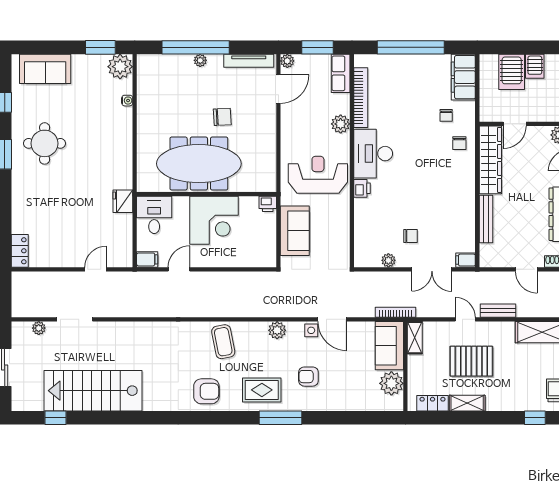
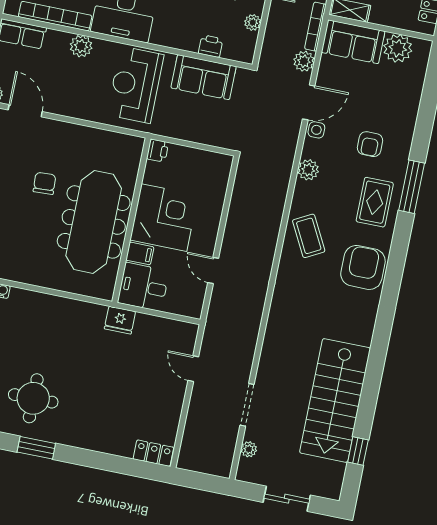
printer: (362, 188) -> (211, 46), moved
sofa: (295, 231) -> (204, 77), moved, turned 180
filing cabinet: (147, 259) -> (140, 253), moved, turned 90
plant: (365, 309) -> (304, 61), added
coffee table: (223, 342) -> (309, 236), turned 73
armchair: (206, 391) -> (363, 267), width x1.36, depth x1.36

